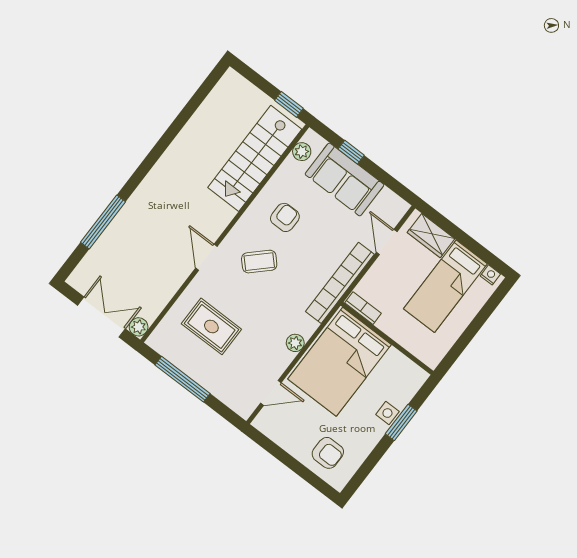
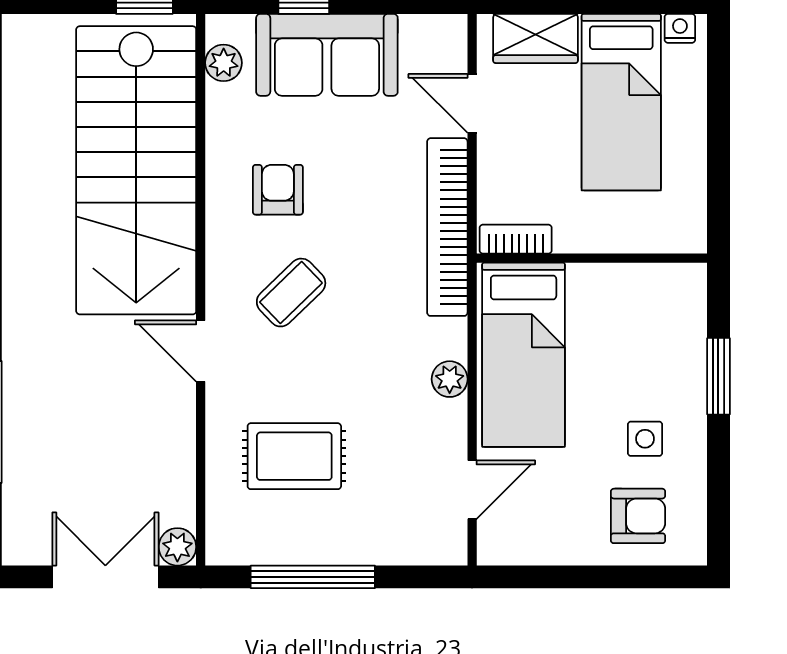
stairs: (255, 158) -> (136, 170), width x1.36, depth x1.51
bed: (340, 362) -> (524, 355), width x0.67
side table: (387, 413) -> (645, 439), moved

